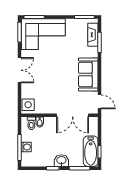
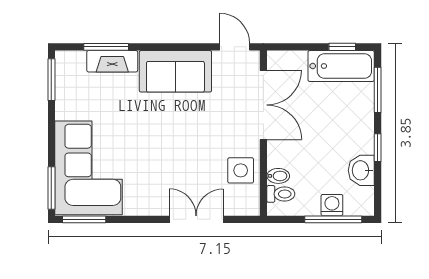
fireplace: (93, 35) -> (112, 61), moved
double door: (20, 70) -> (196, 219), moved
door: (99, 102) -> (235, 47), hinge flipped
side table: (28, 105) -> (241, 170), moved
washbasin: (61, 161) -> (361, 170), moved

